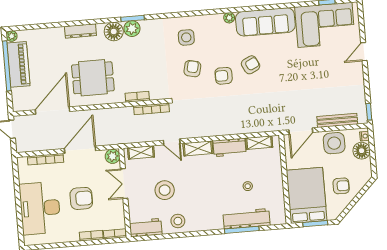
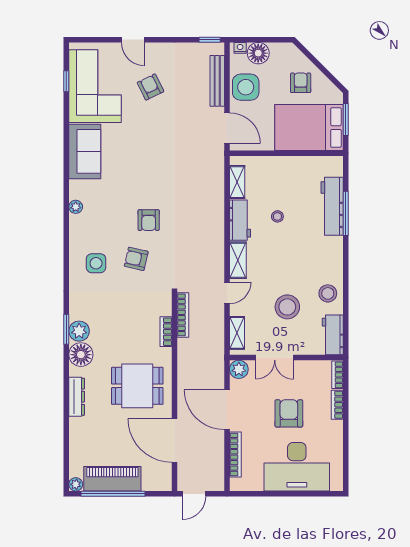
sofa: (265, 22) -> (85, 151), width x0.73
armchair: (251, 65) -> (150, 87), moved
dining table: (93, 78) -> (137, 386), turned 90
stool: (248, 186) -> (277, 216), moved

